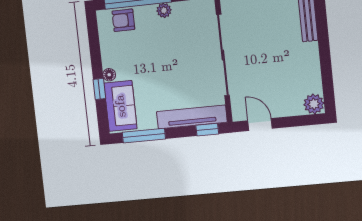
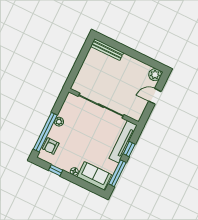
window: (99, 89) -> (56, 170), moved
door: (260, 125) -> (155, 96), moved
window: (207, 130) -> (129, 149), moved

